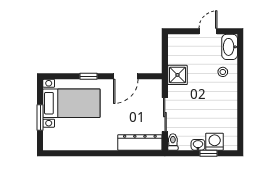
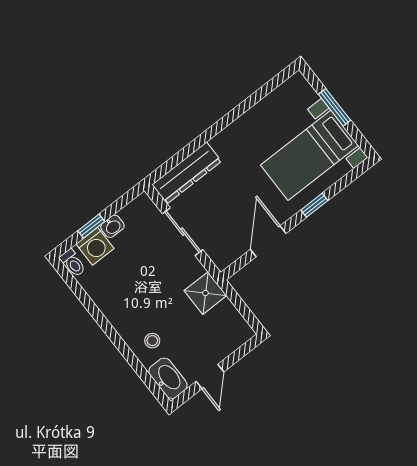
toilet: (173, 142) -> (73, 263), moved

